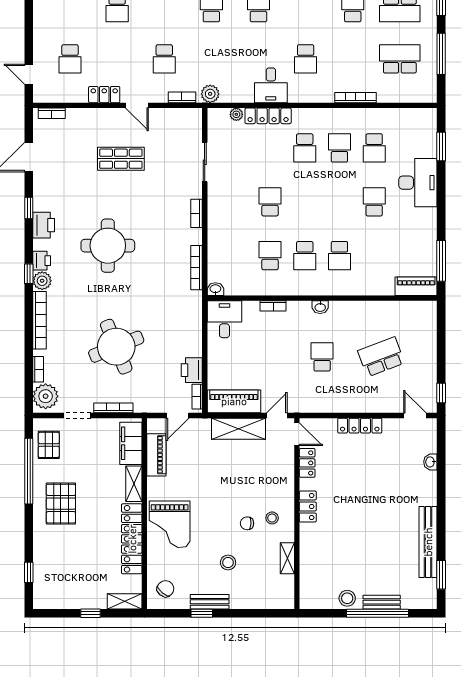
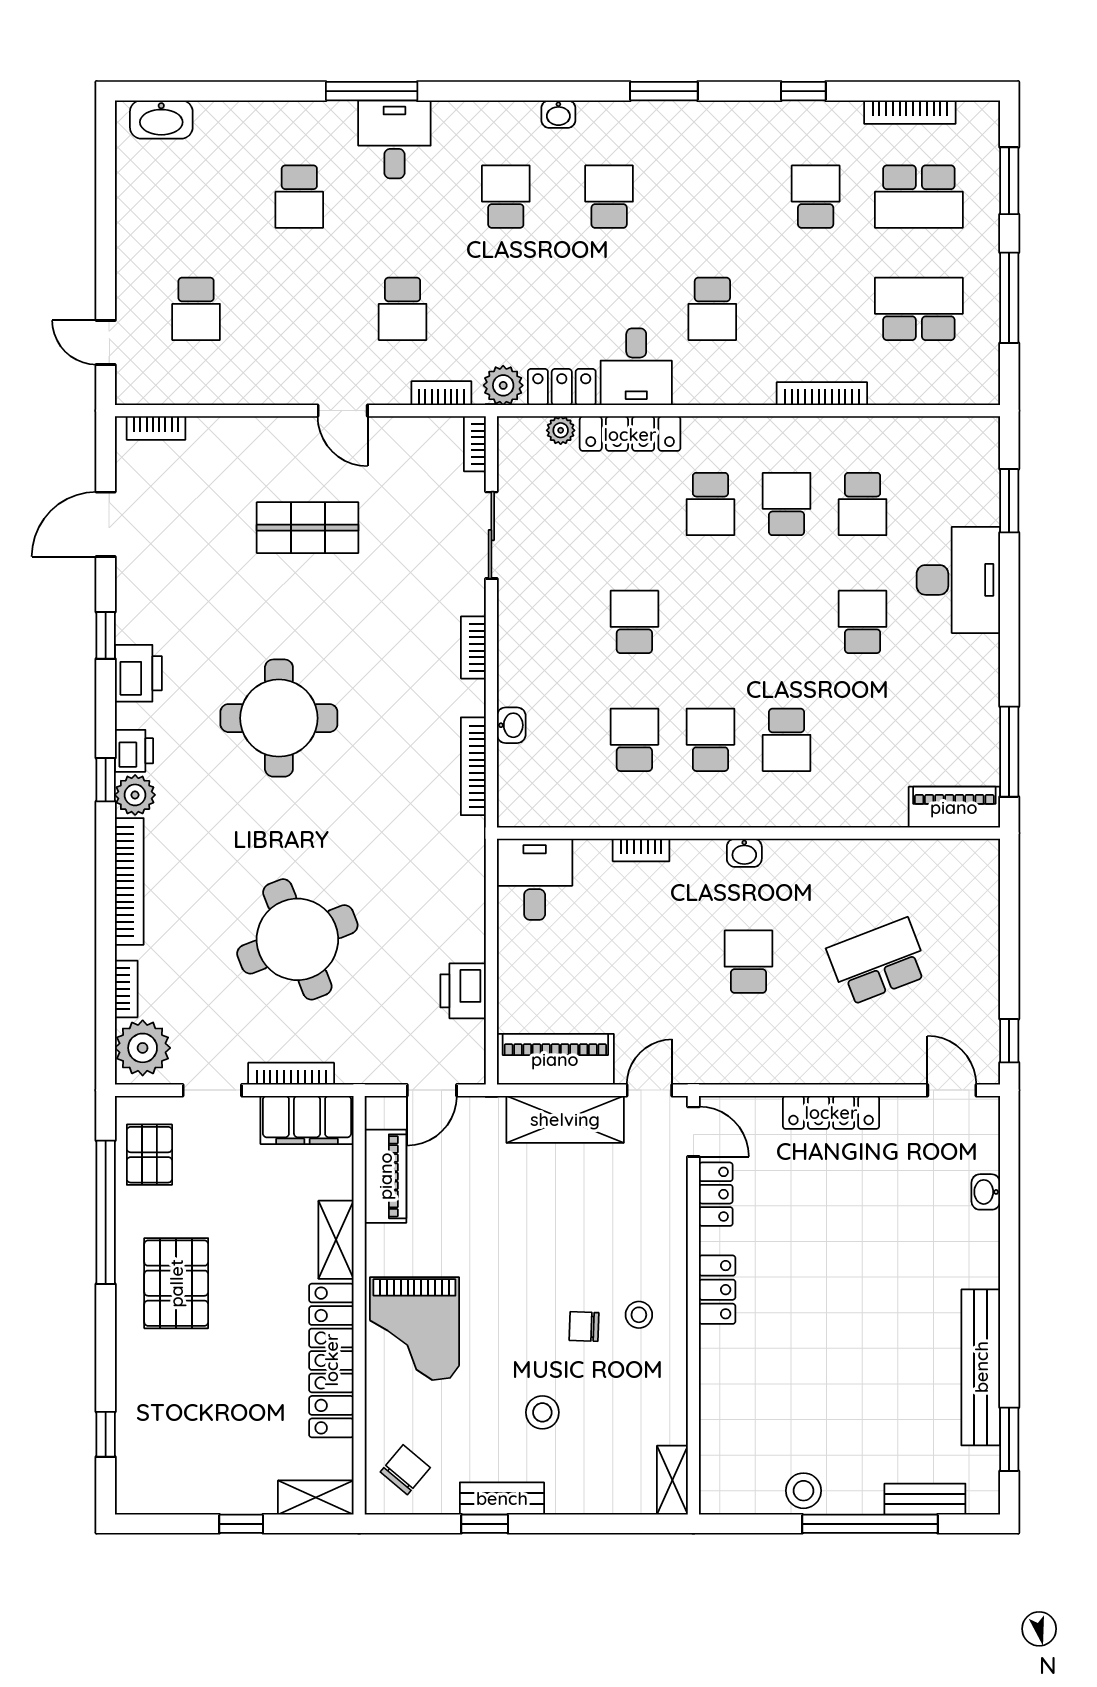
locker: (104, 95) -> (562, 387), moved
school desk: (305, 256) -> (710, 740), turned 180
washbasin: (215, 289) -> (511, 725), moved, turned 90
bookcase: (197, 397) -> (475, 444), moved
filing cabinet: (131, 443) -> (307, 1120), moved, turned -90
shelving: (287, 558) -> (672, 1480), moved
bench: (382, 602) -> (925, 1499), moved

